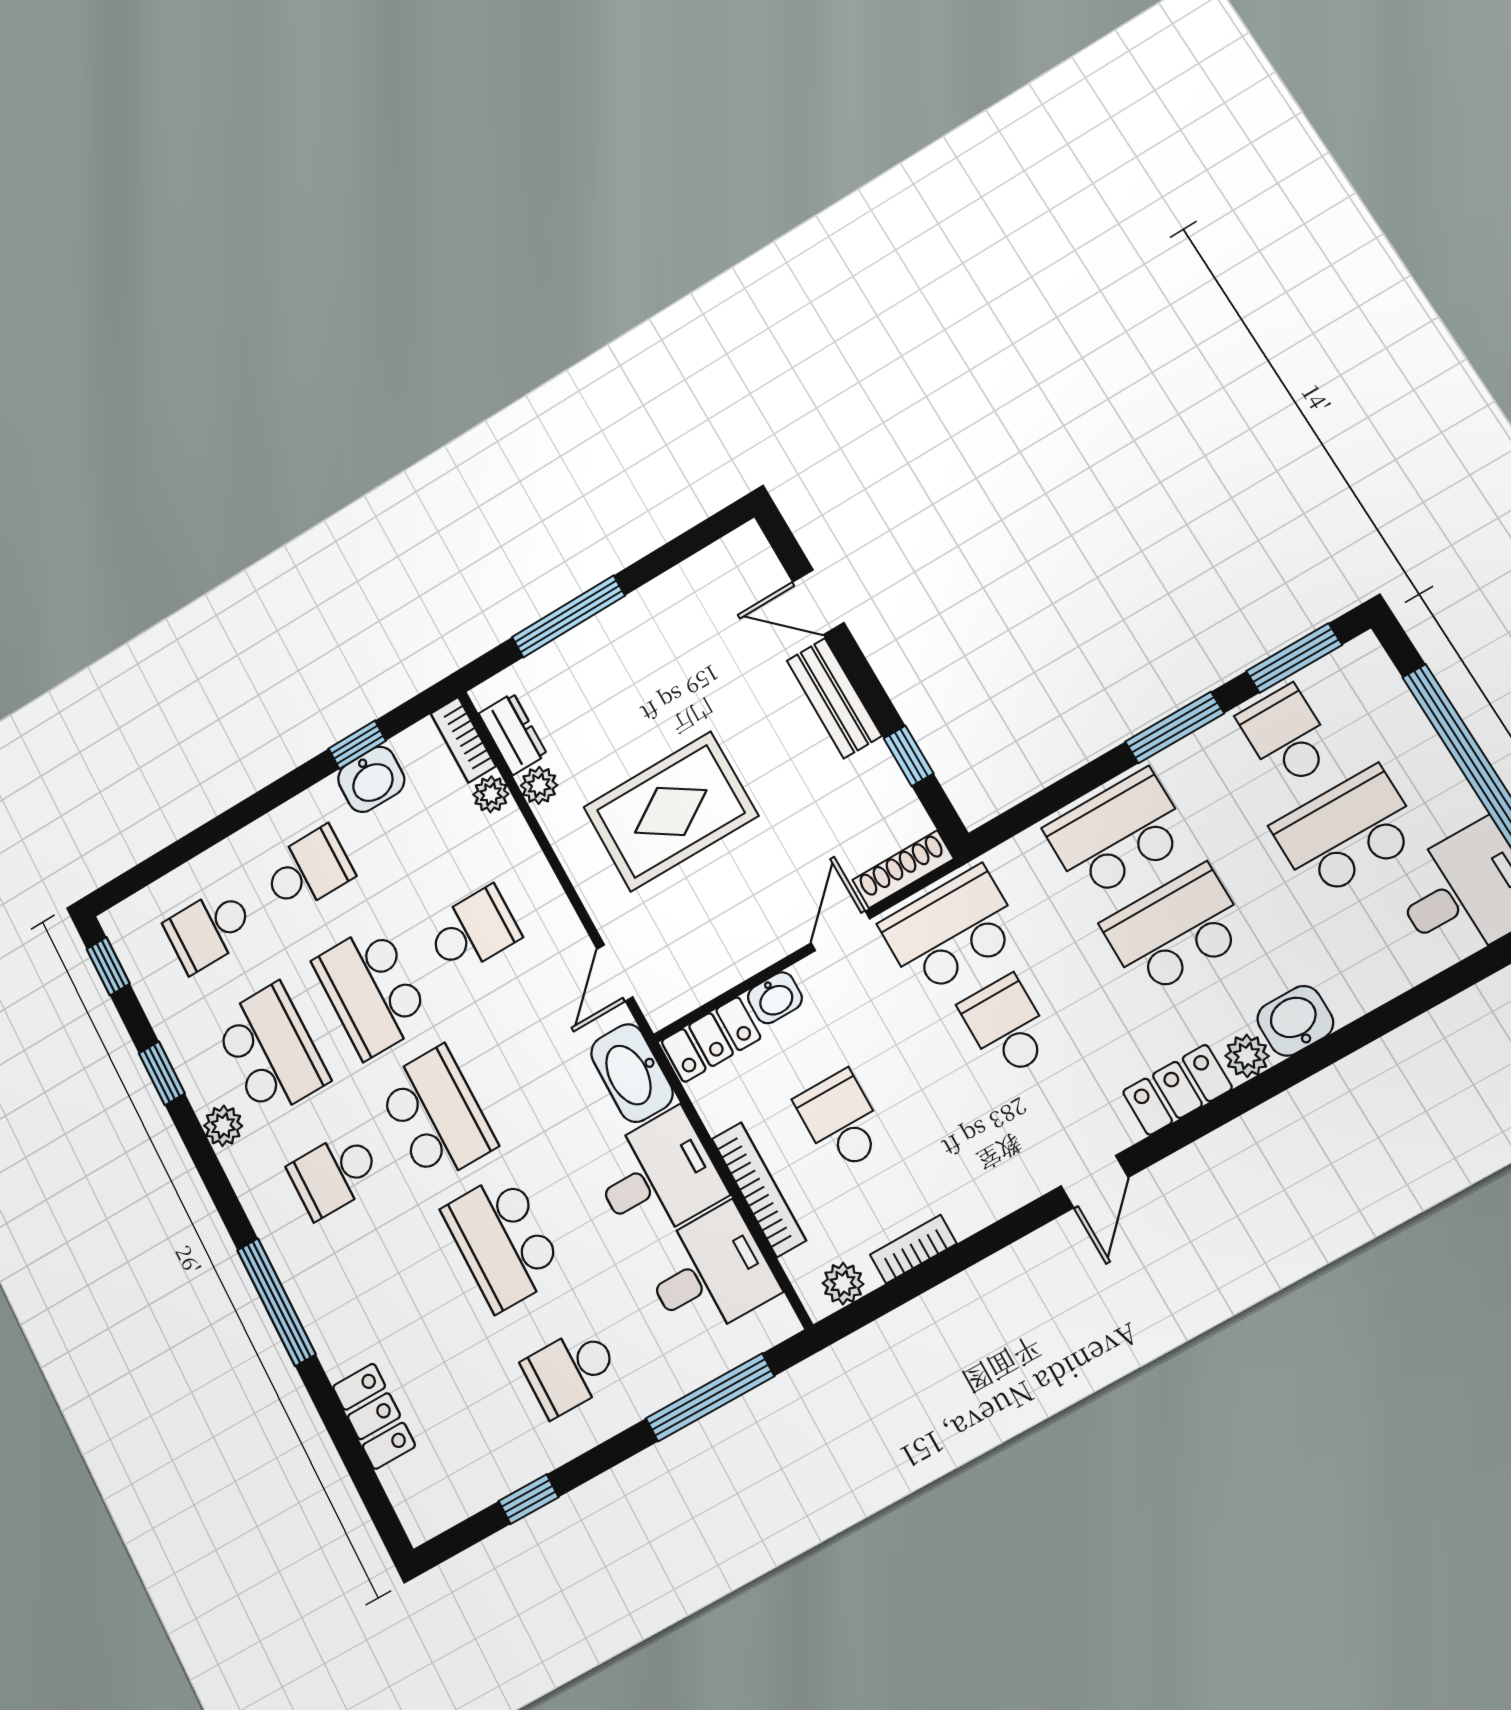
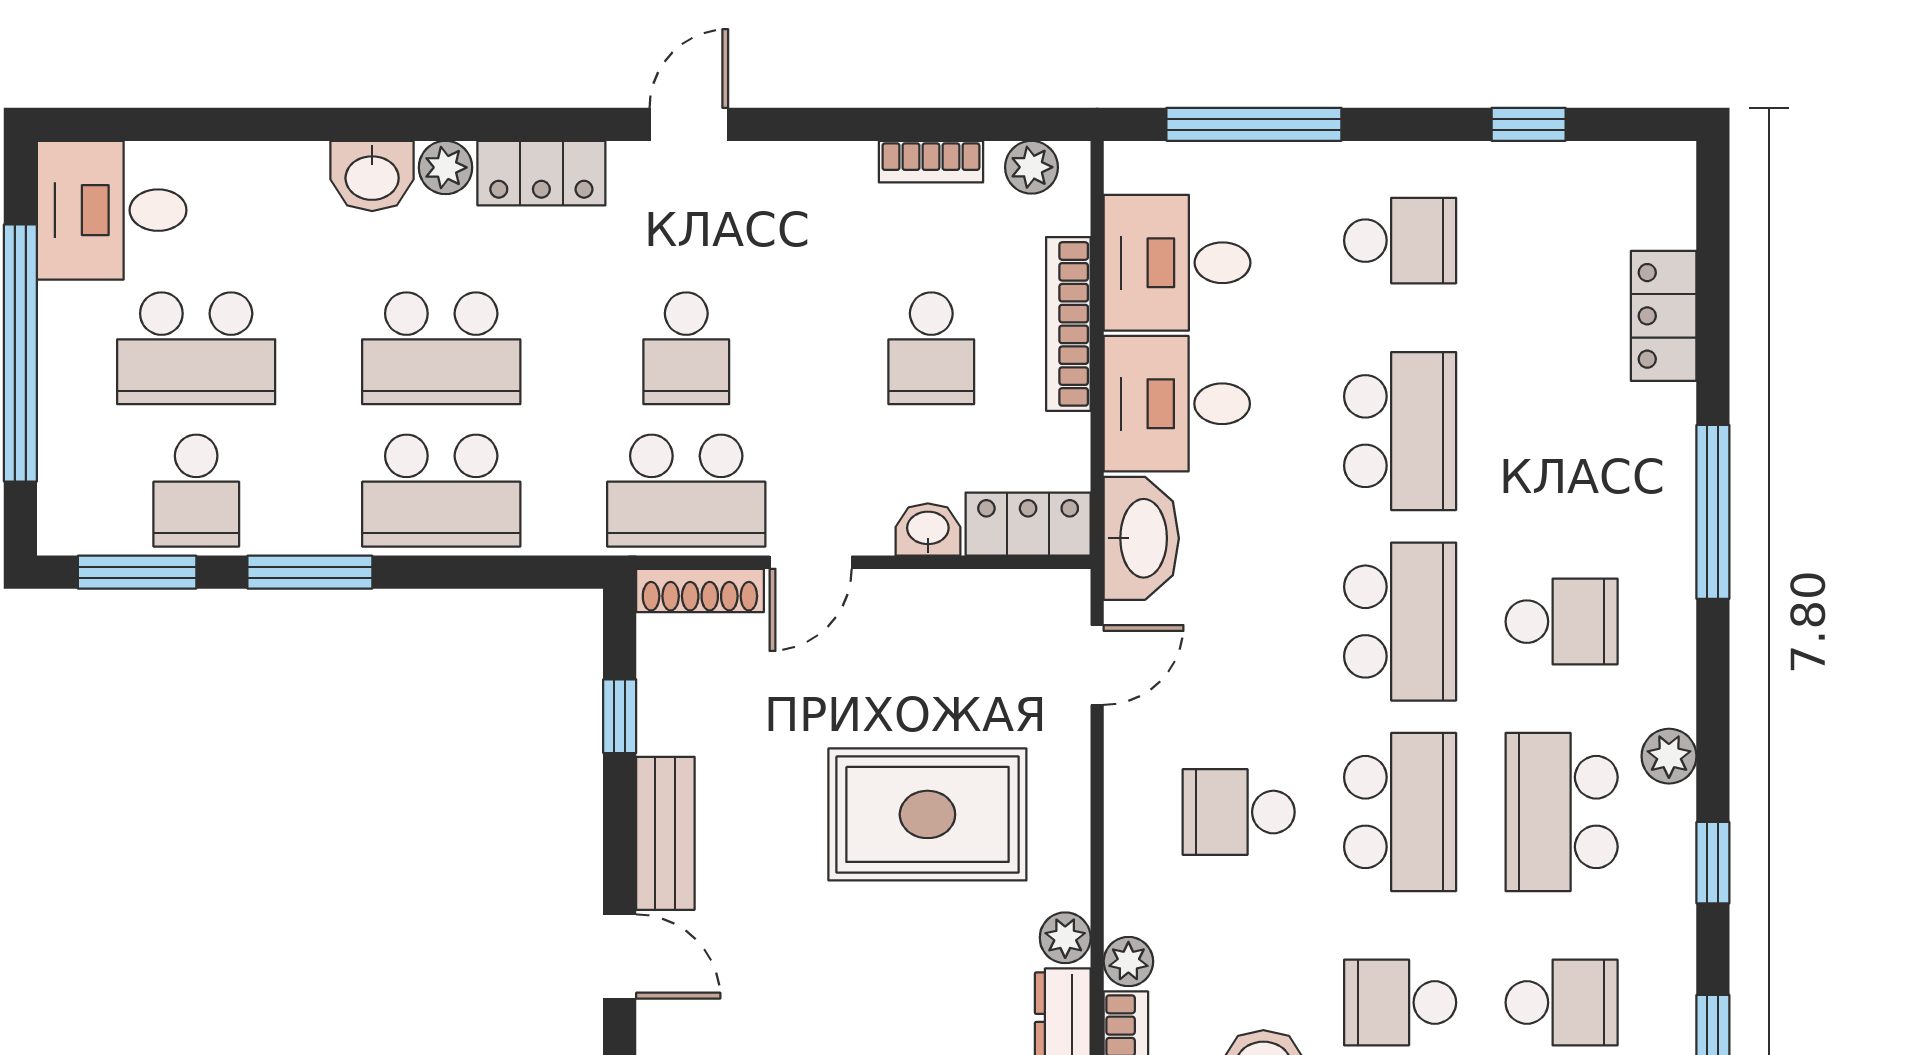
school desk: (436, 1115) -> (1400, 622), turned 180

